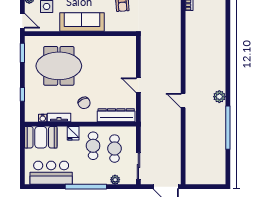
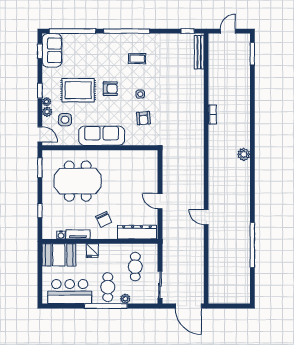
plant: (219, 97) -> (244, 154), moved
cafe table: (93, 146) -> (108, 287), moved
plant: (115, 180) -> (125, 299), moved

